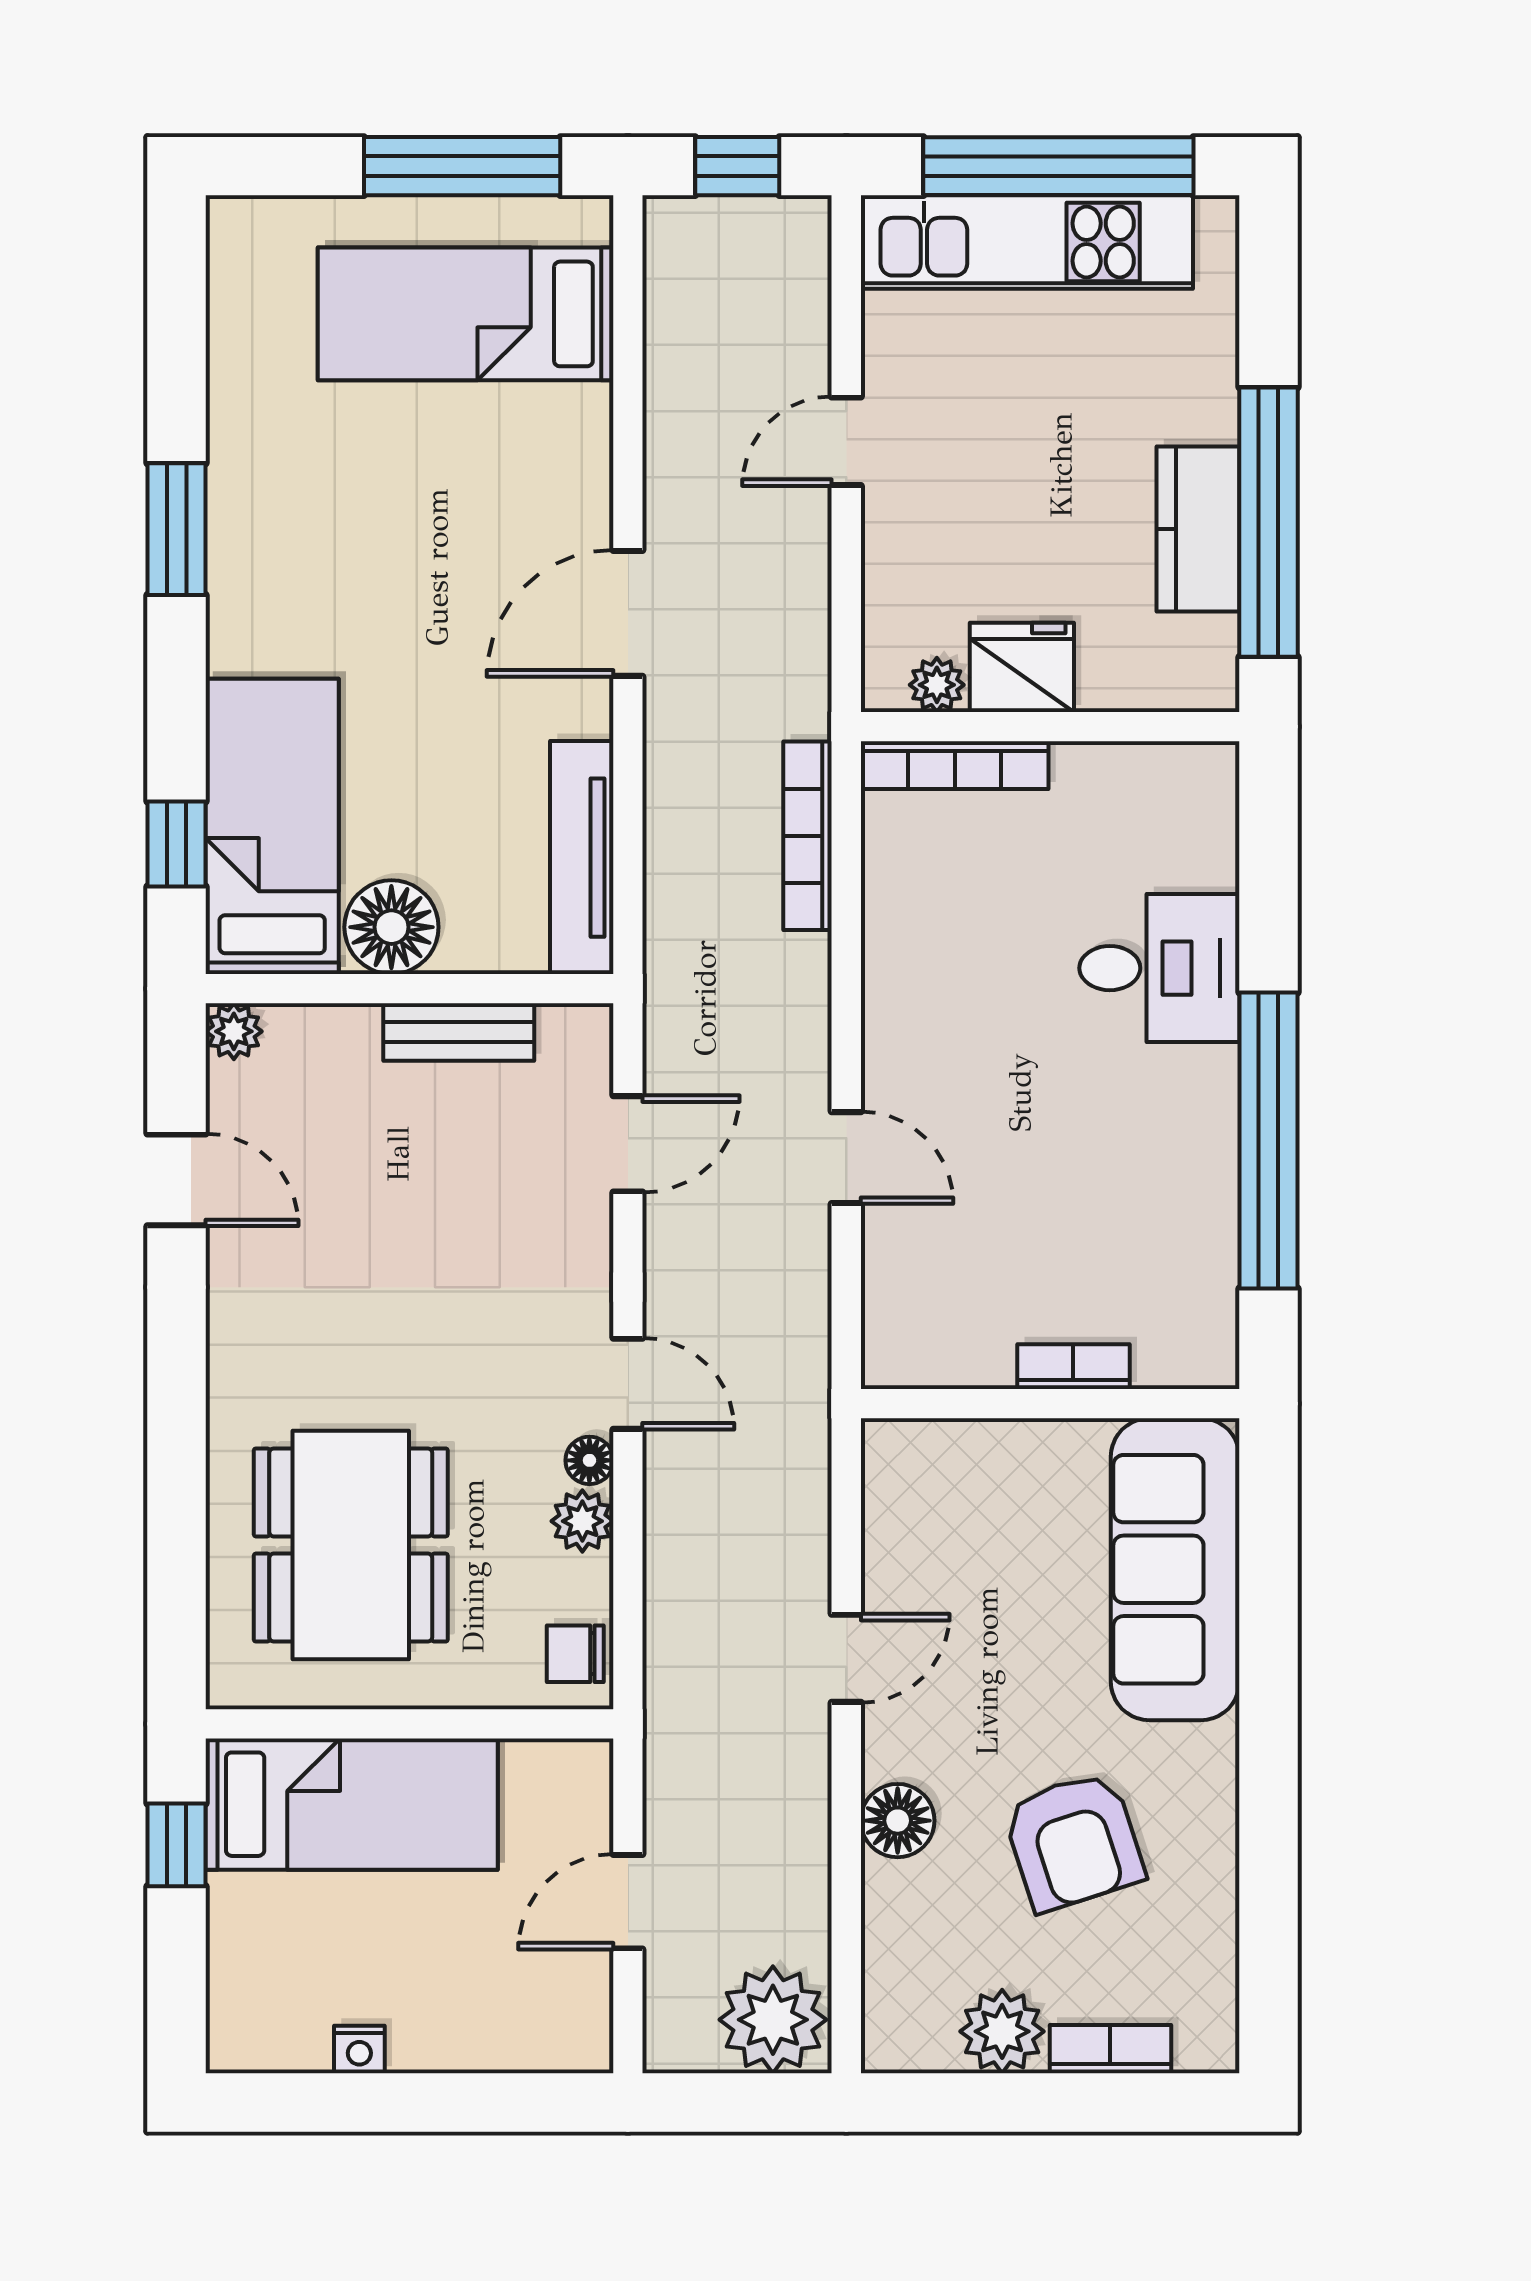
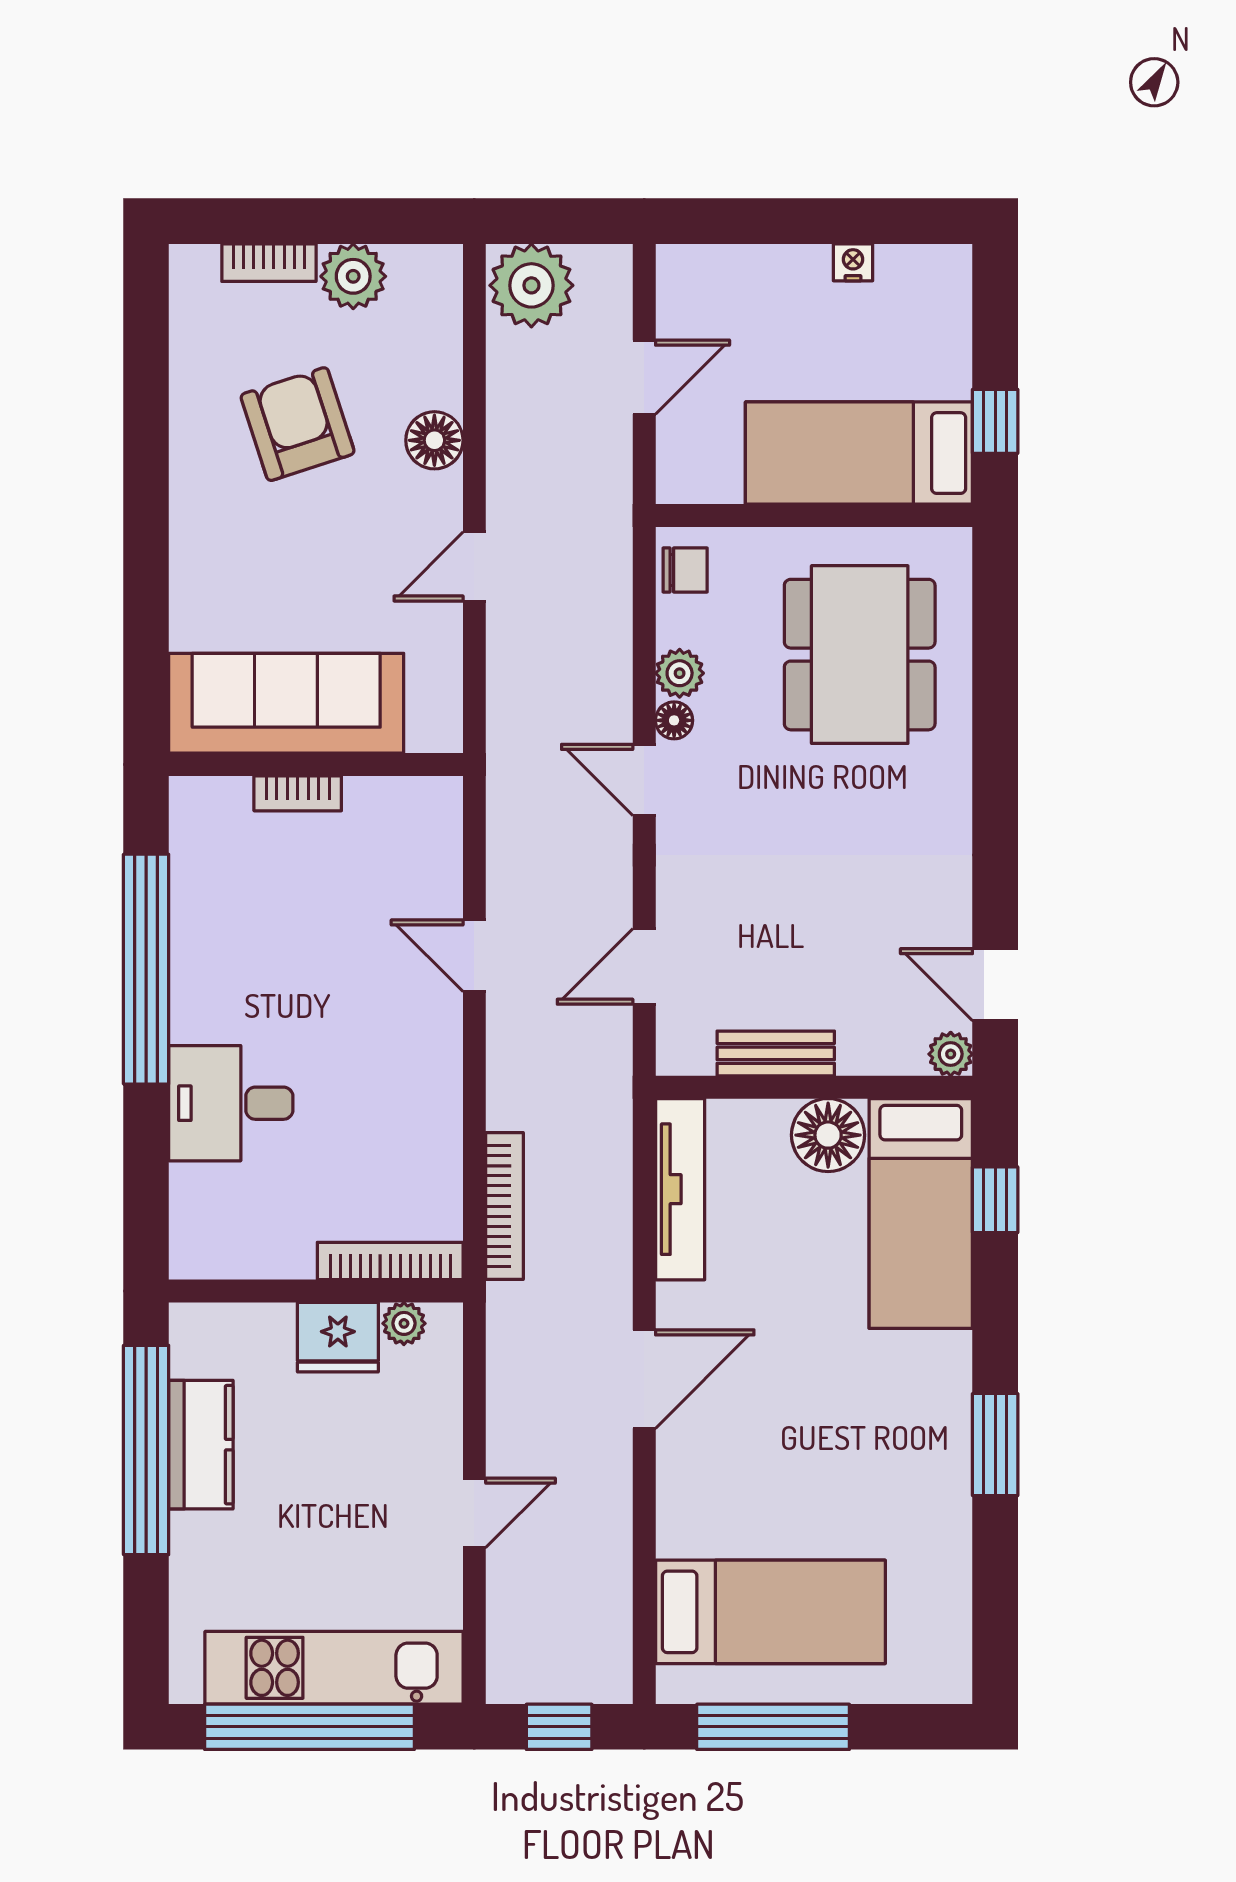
door: (177, 1180) -> (995, 985), moved
sofa: (1175, 1569) -> (286, 703), moved, turned -90

